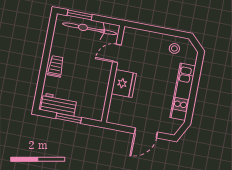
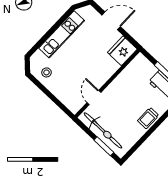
door: (117, 53) -> (94, 97), swing flipped
fridge: (124, 84) -> (122, 51), moved

